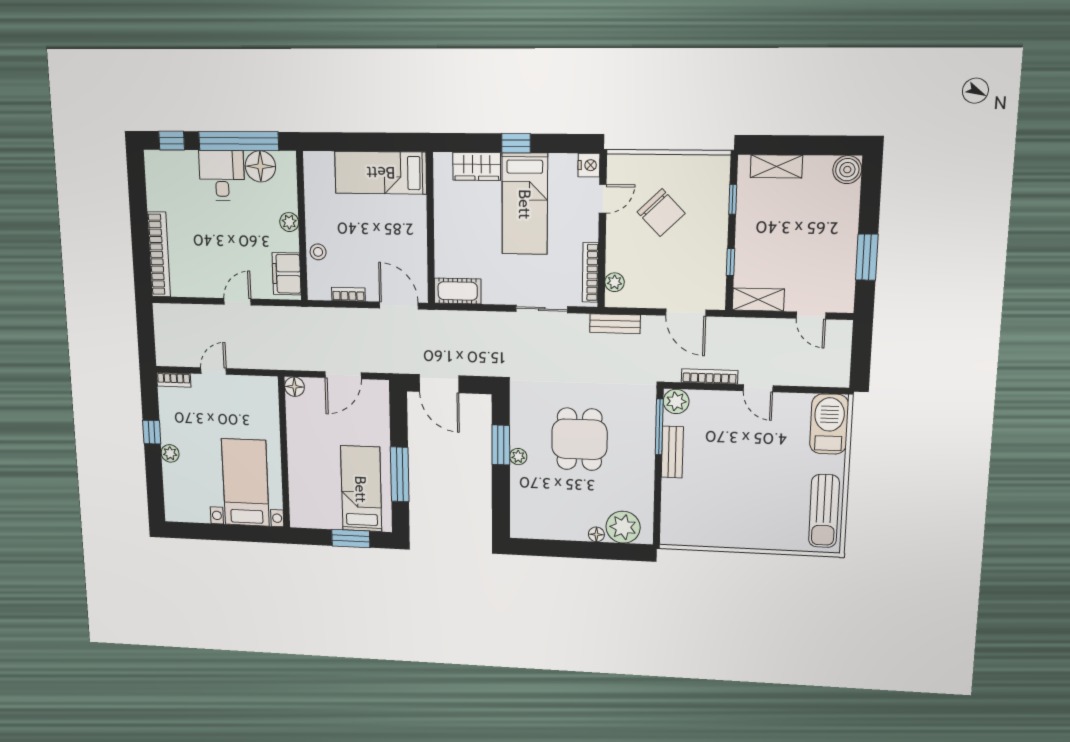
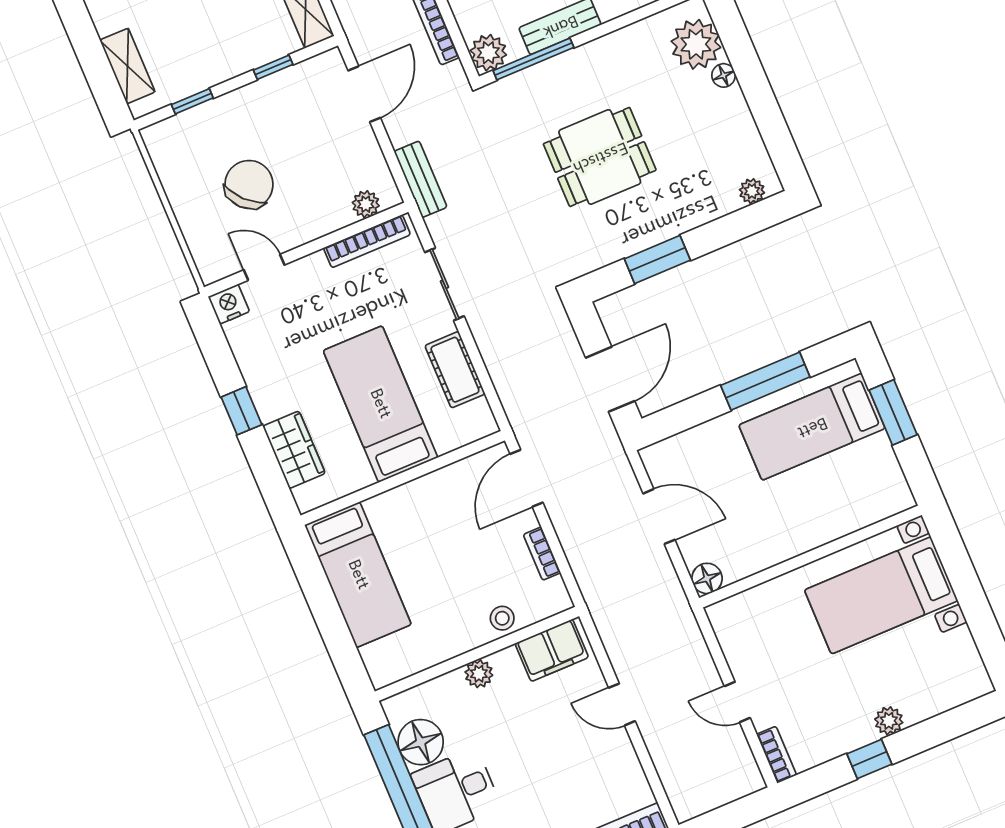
bed: (525, 204) -> (380, 404), moved, turned -90
cot: (458, 291) -> (455, 370), moved
plant: (518, 457) -> (752, 191), moved

